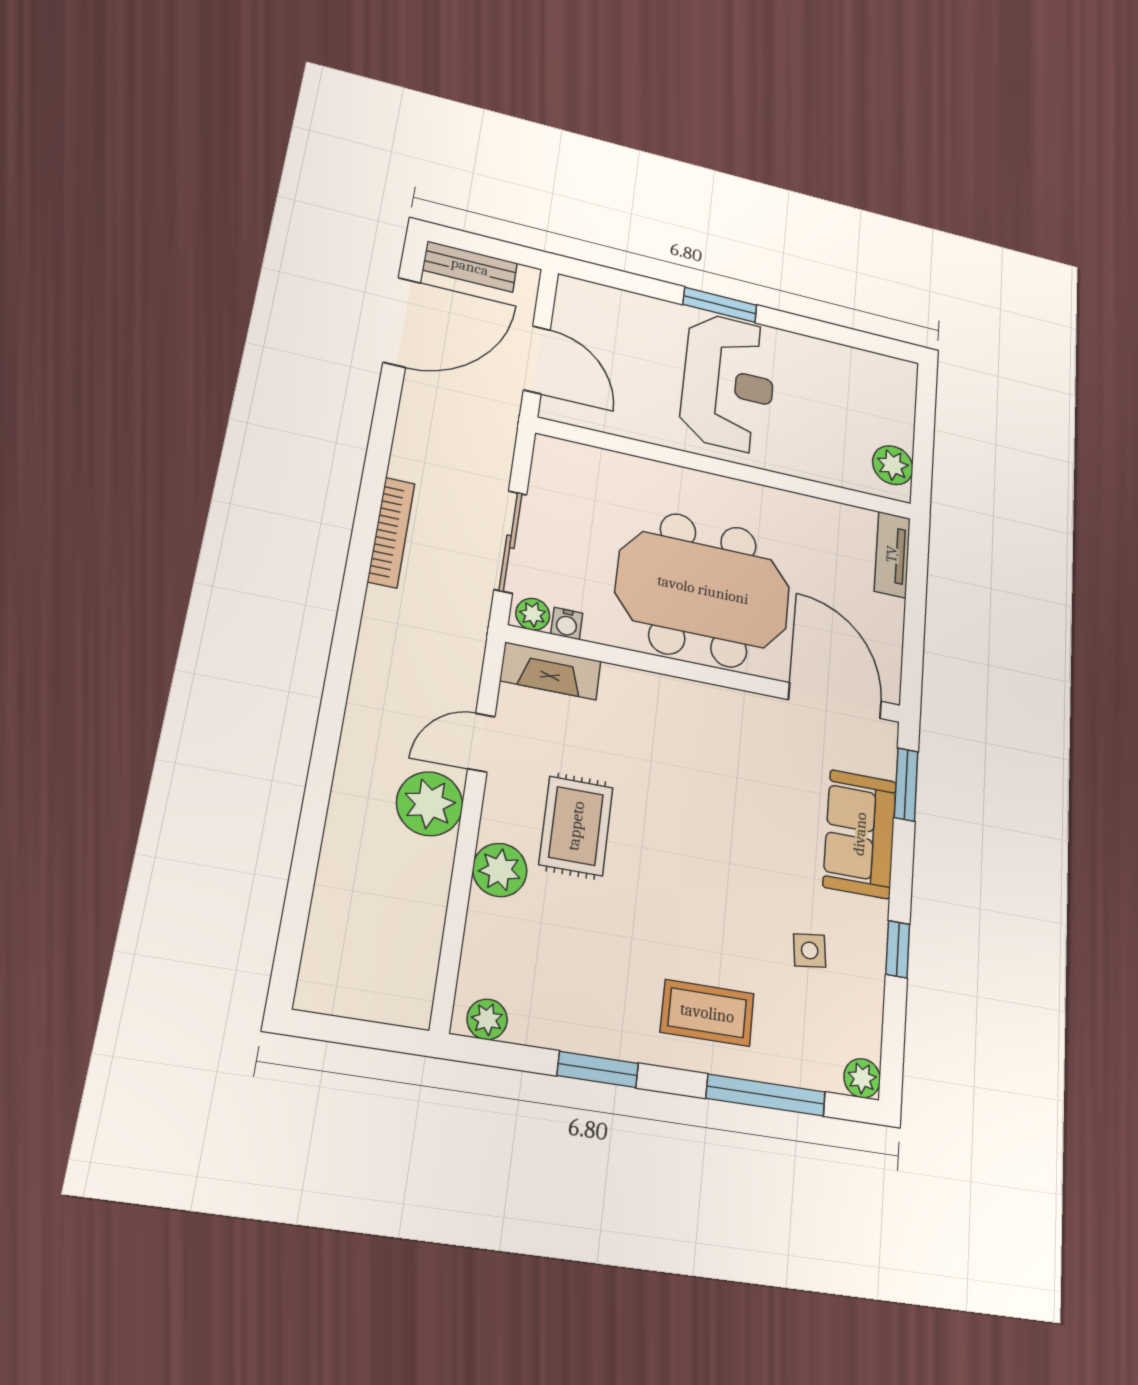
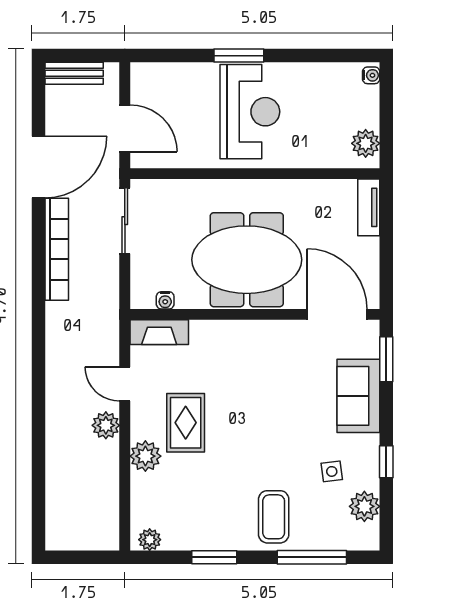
door: (402, 322) -> (38, 167), moved
water cooler: (906, 377) -> (371, 75), added
bookcase: (391, 532) -> (57, 249), width x1.48, depth x1.31
sliding door: (510, 542) -> (125, 221), moved
plant: (533, 614) -> (144, 299), removed
door: (481, 743) -> (125, 384), hinge flipped
plant: (430, 804) -> (106, 425), width x0.73, depth x0.73
coffee table: (707, 1013) -> (274, 517), turned 90
plant: (862, 1078) -> (364, 506), moved, width x1.38, depth x1.38

